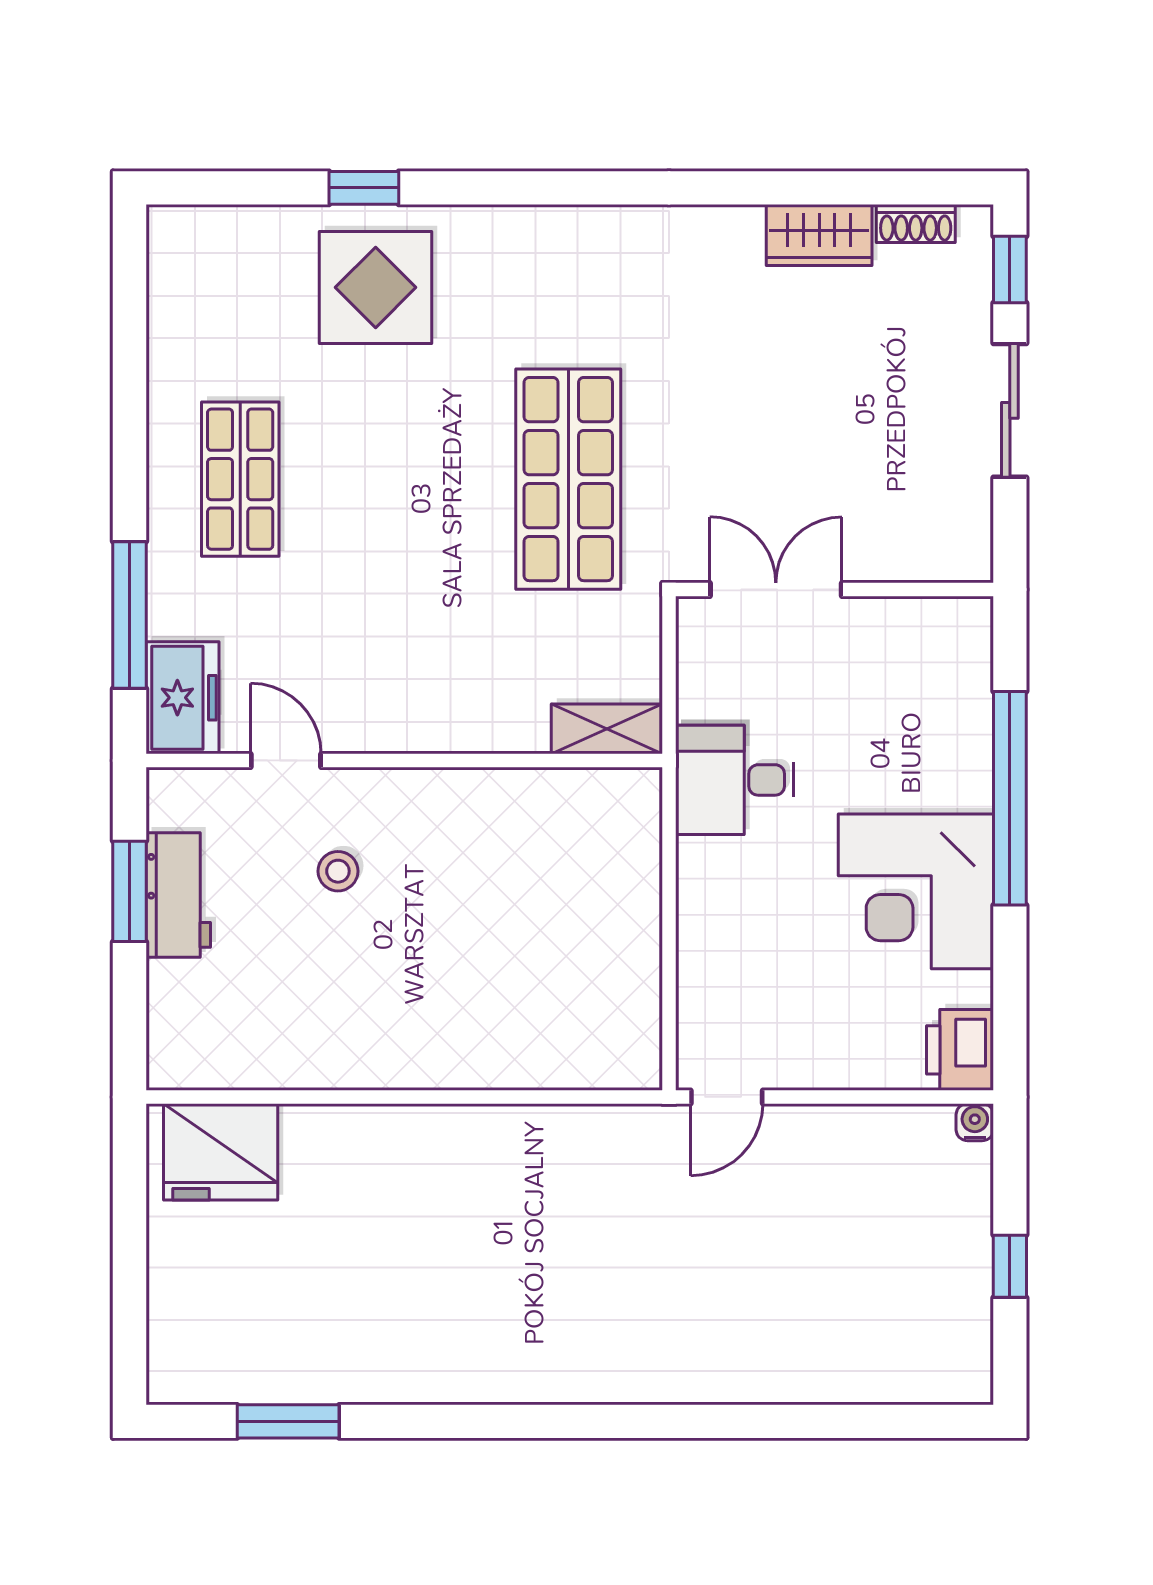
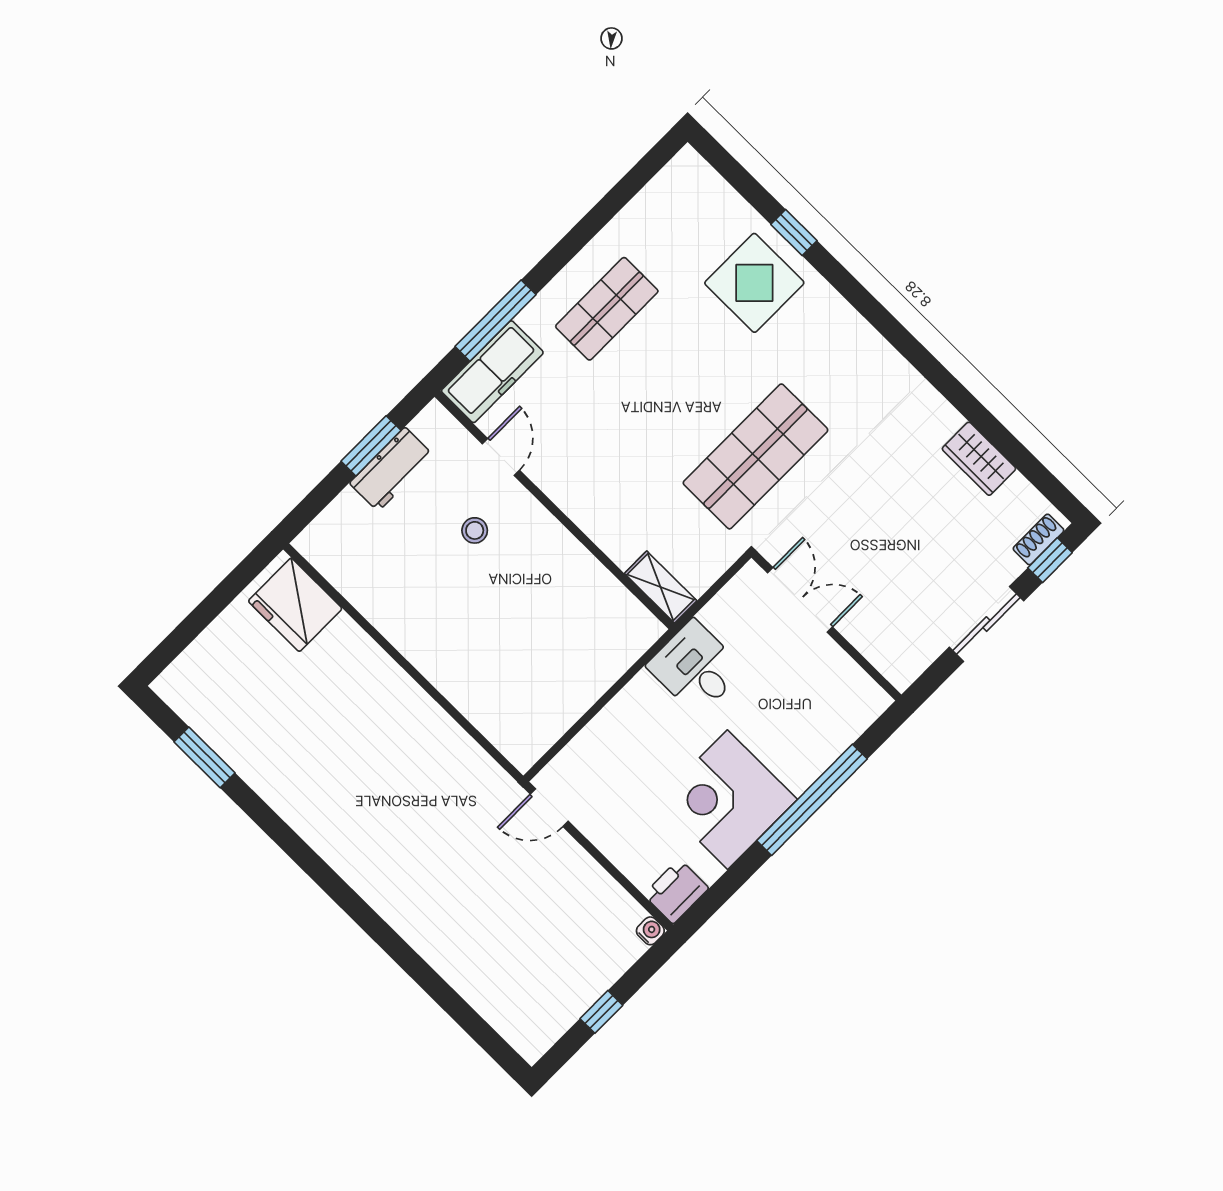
shoe rack: (916, 223) -> (1038, 539), moved, turned 90
freezer: (182, 698) -> (492, 372), width x1.40

